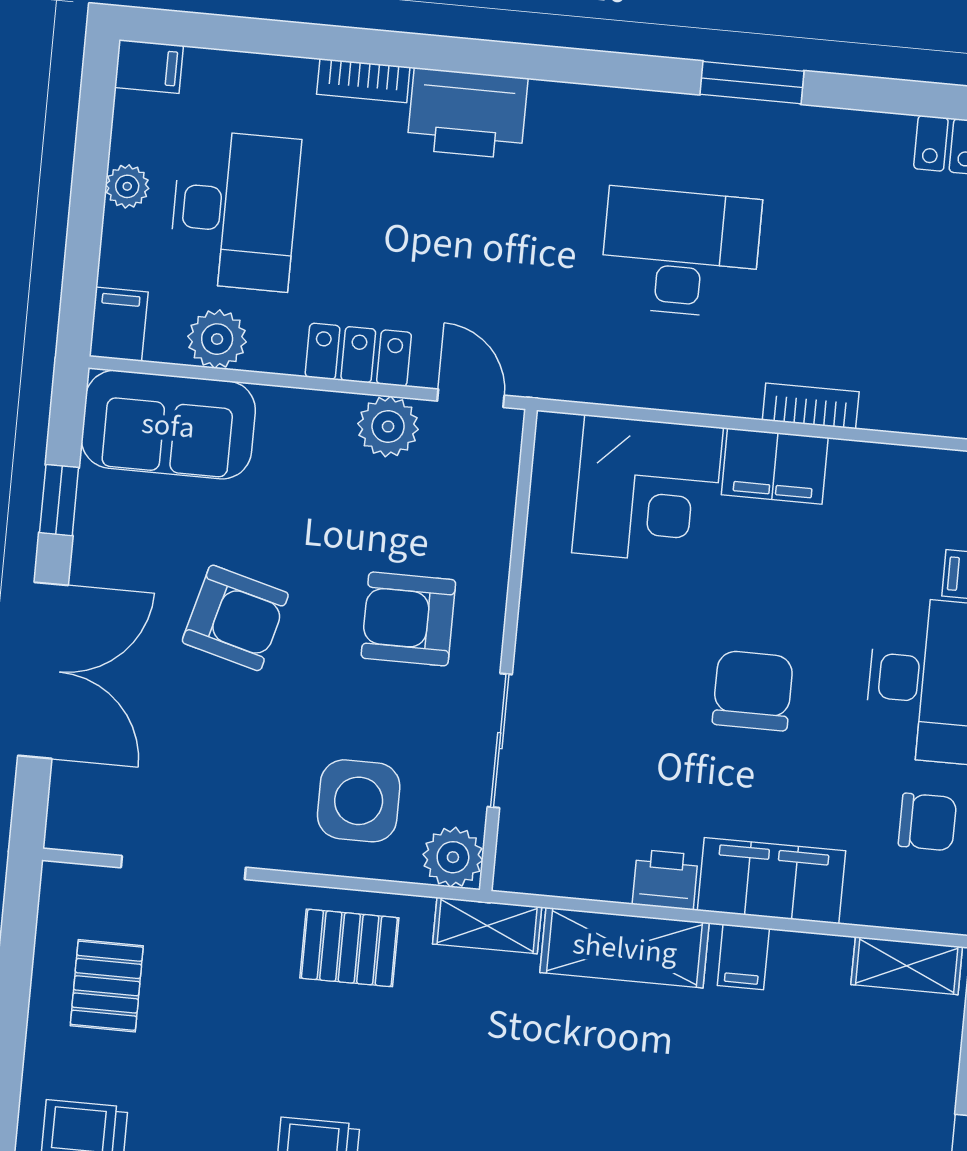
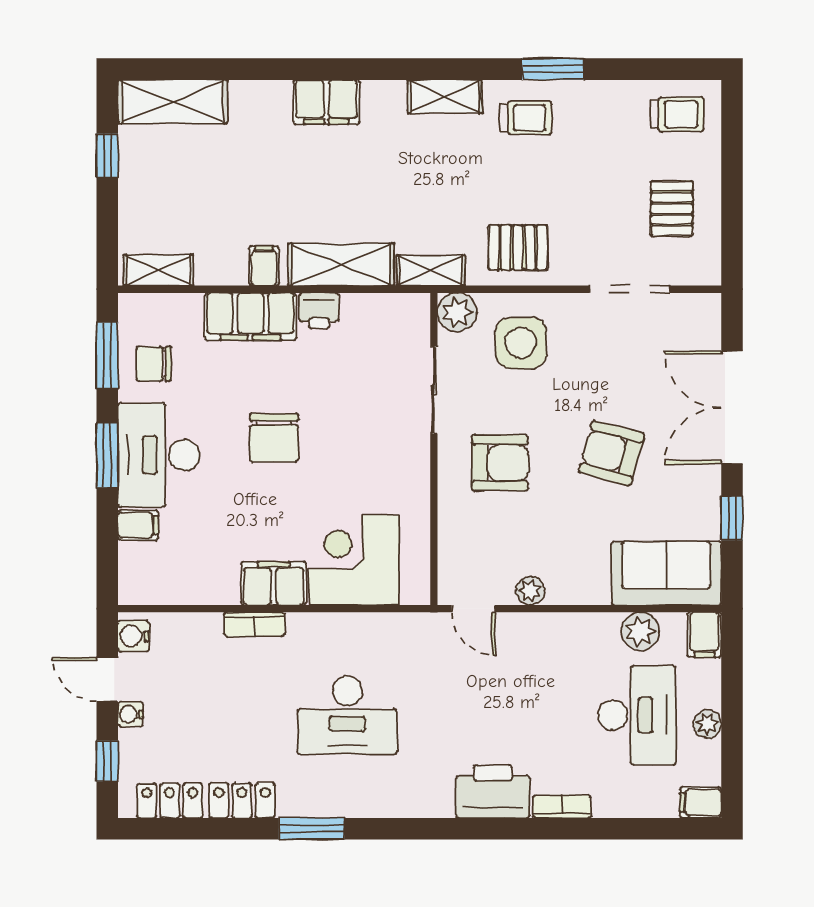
desk: (235, 210) -> (637, 715), turned 180
locker: (358, 355) -> (242, 801), moved, turned 180
plant: (388, 427) -> (530, 591), width x0.73, depth x0.73

